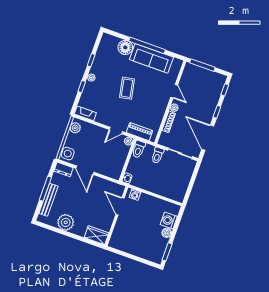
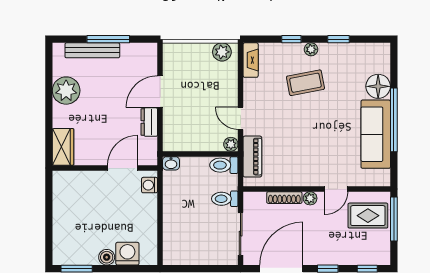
rug: (195, 79) -> (368, 216), added
coffee table: (127, 88) -> (305, 83), moved
side table: (68, 154) -> (177, 55), removed
dresser: (64, 169) -> (149, 122), moved

